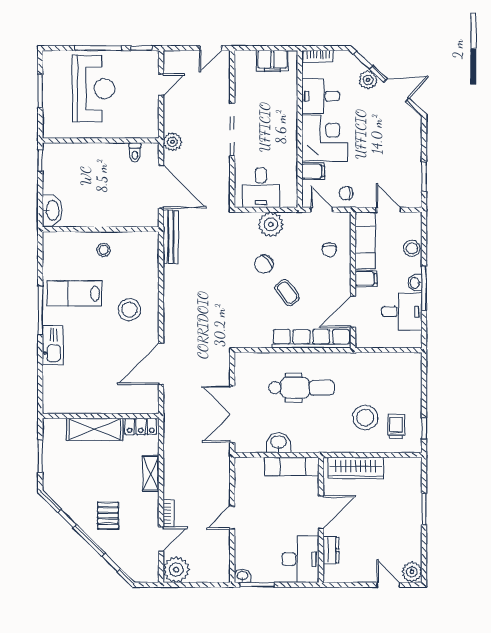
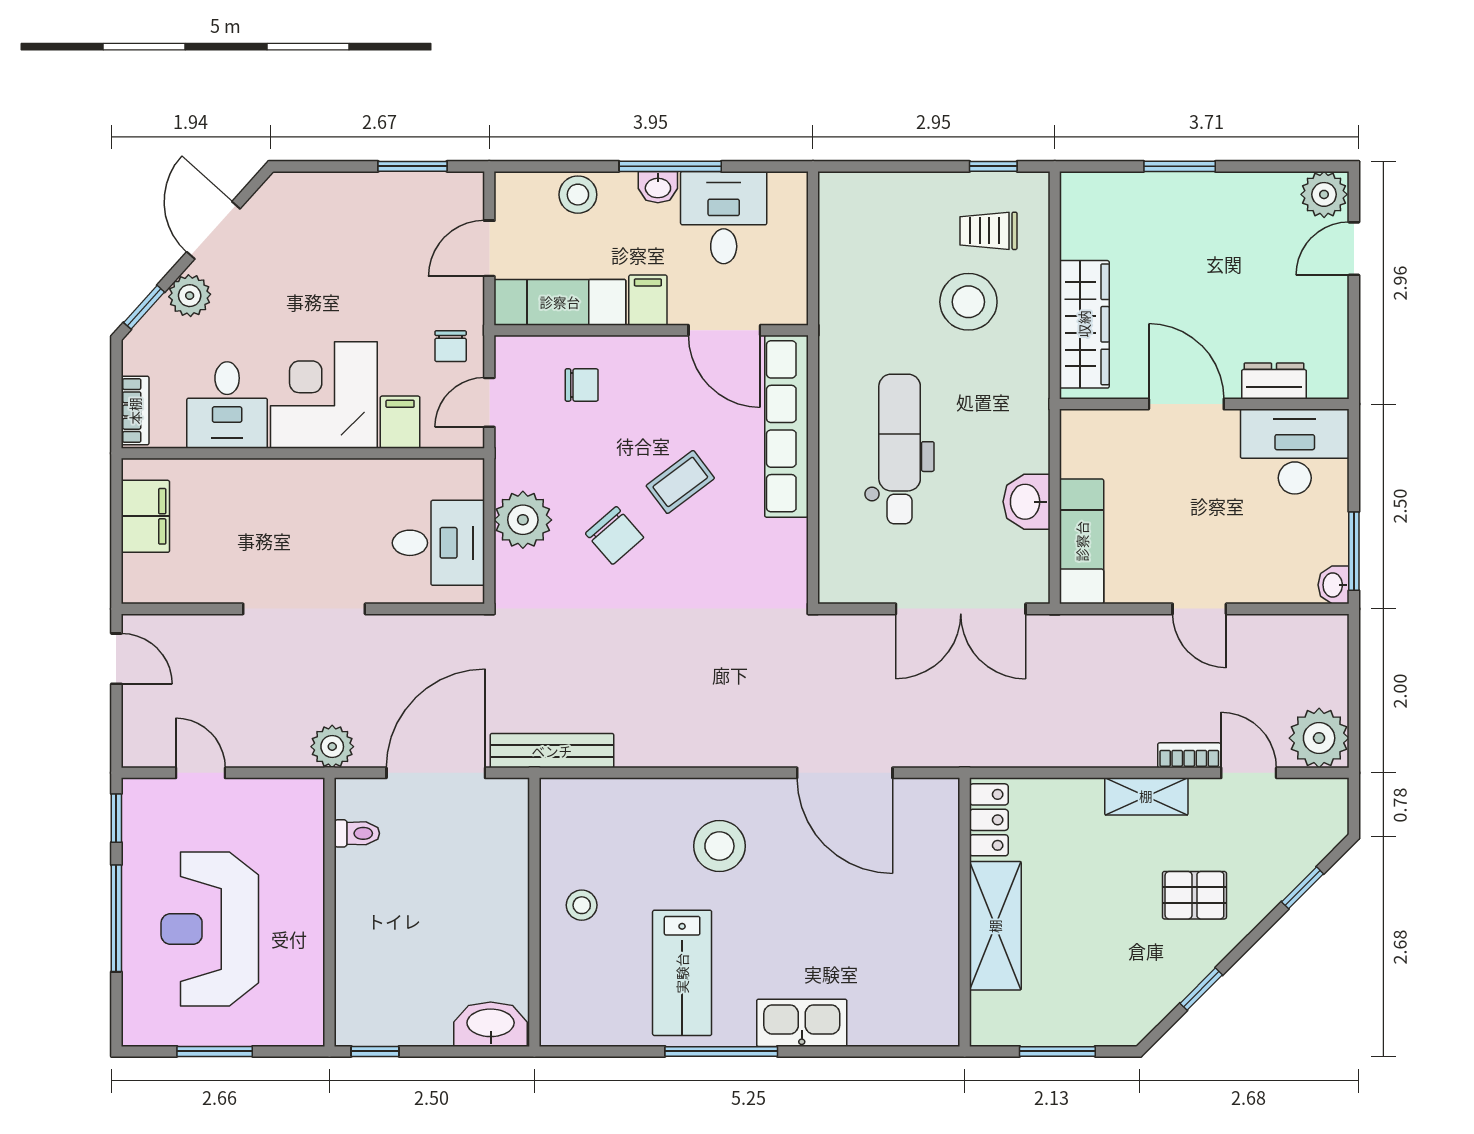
reception desk: (93, 89) -> (210, 929), turned -90
exam couch: (292, 467) -> (1082, 541), moved
shelving: (151, 473) -> (1146, 796), moved

